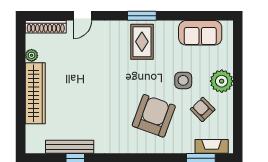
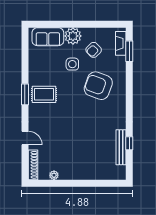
sofa: (200, 33) -> (48, 37), moved, turned 90
wardrobe: (35, 93) -> (82, 173), removed

